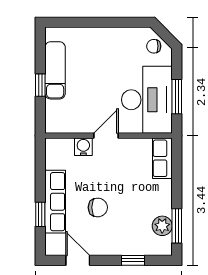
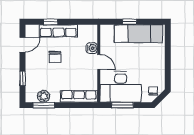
exam couch: (55, 70) -> (139, 34), width x1.36, depth x1.45
row of seats: (162, 158) -> (79, 96), width x1.48

